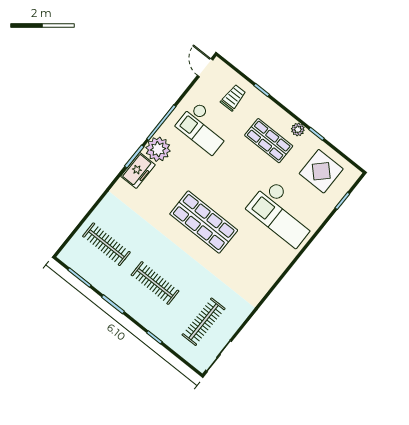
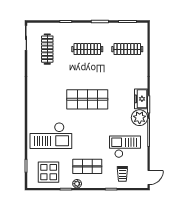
door: (205, 68) -> (149, 178), hinge flipped
checkout: (283, 213) -> (51, 136), turned 180

